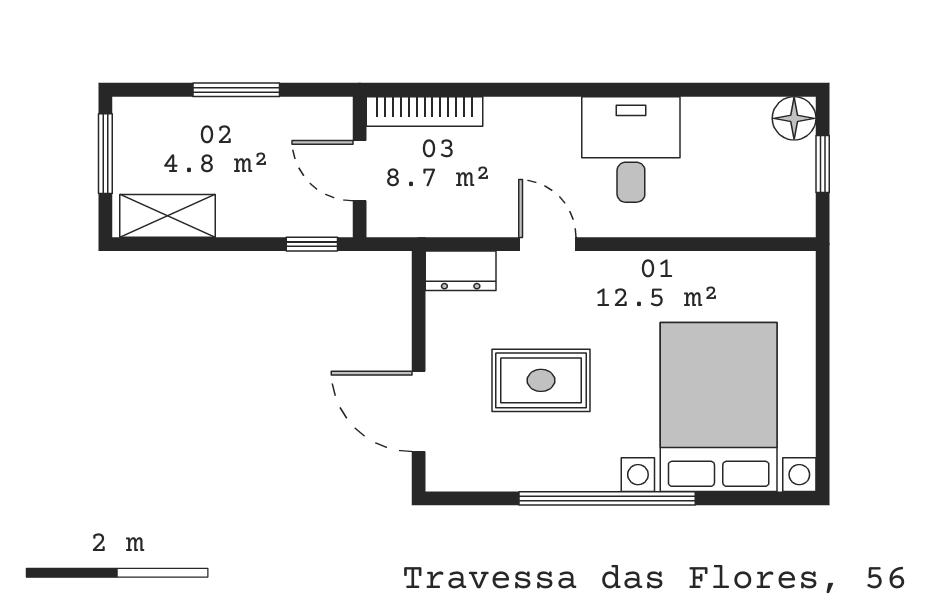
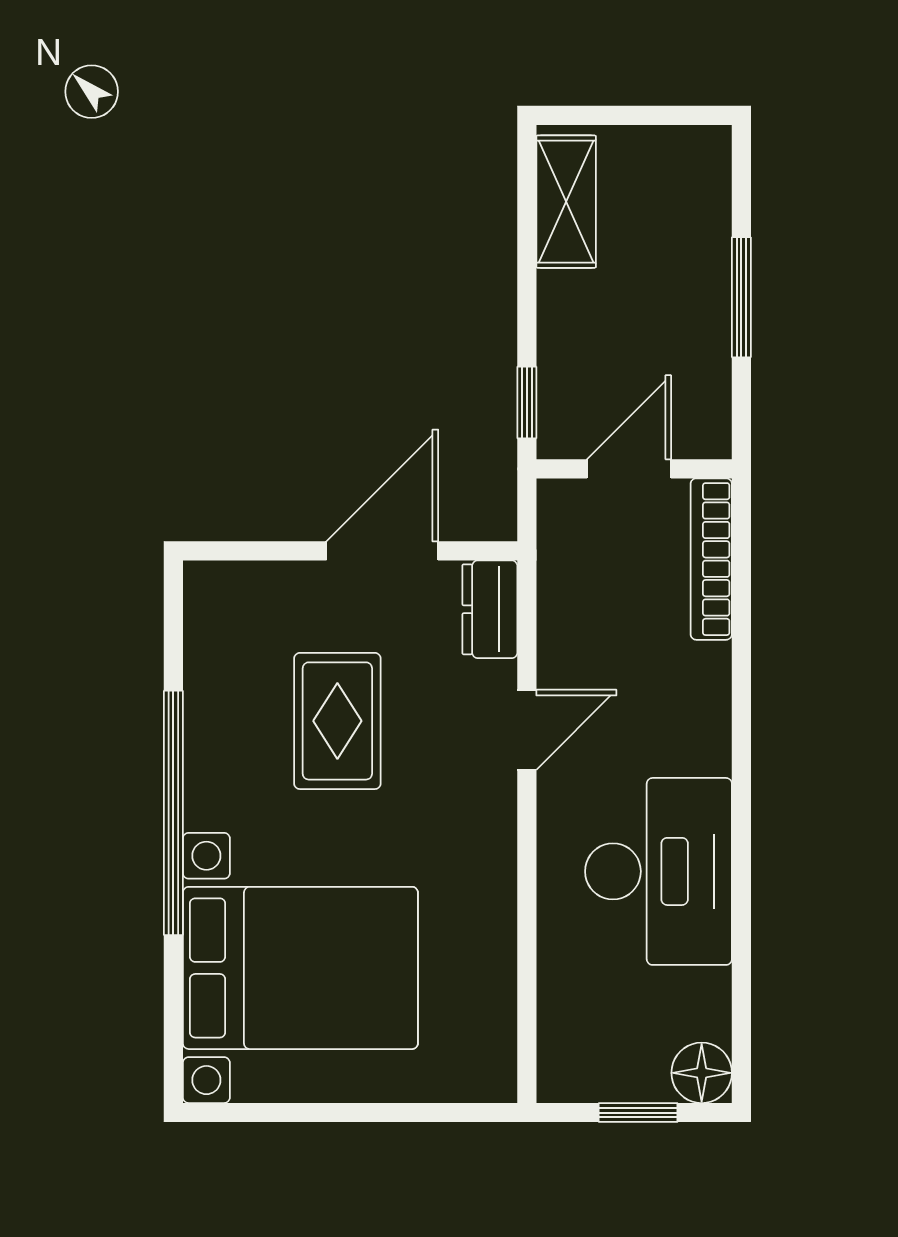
desk: (631, 149) -> (658, 871), width x1.37
window: (105, 154) -> (653, 115), removed
door: (419, 411) -> (382, 551), moved

